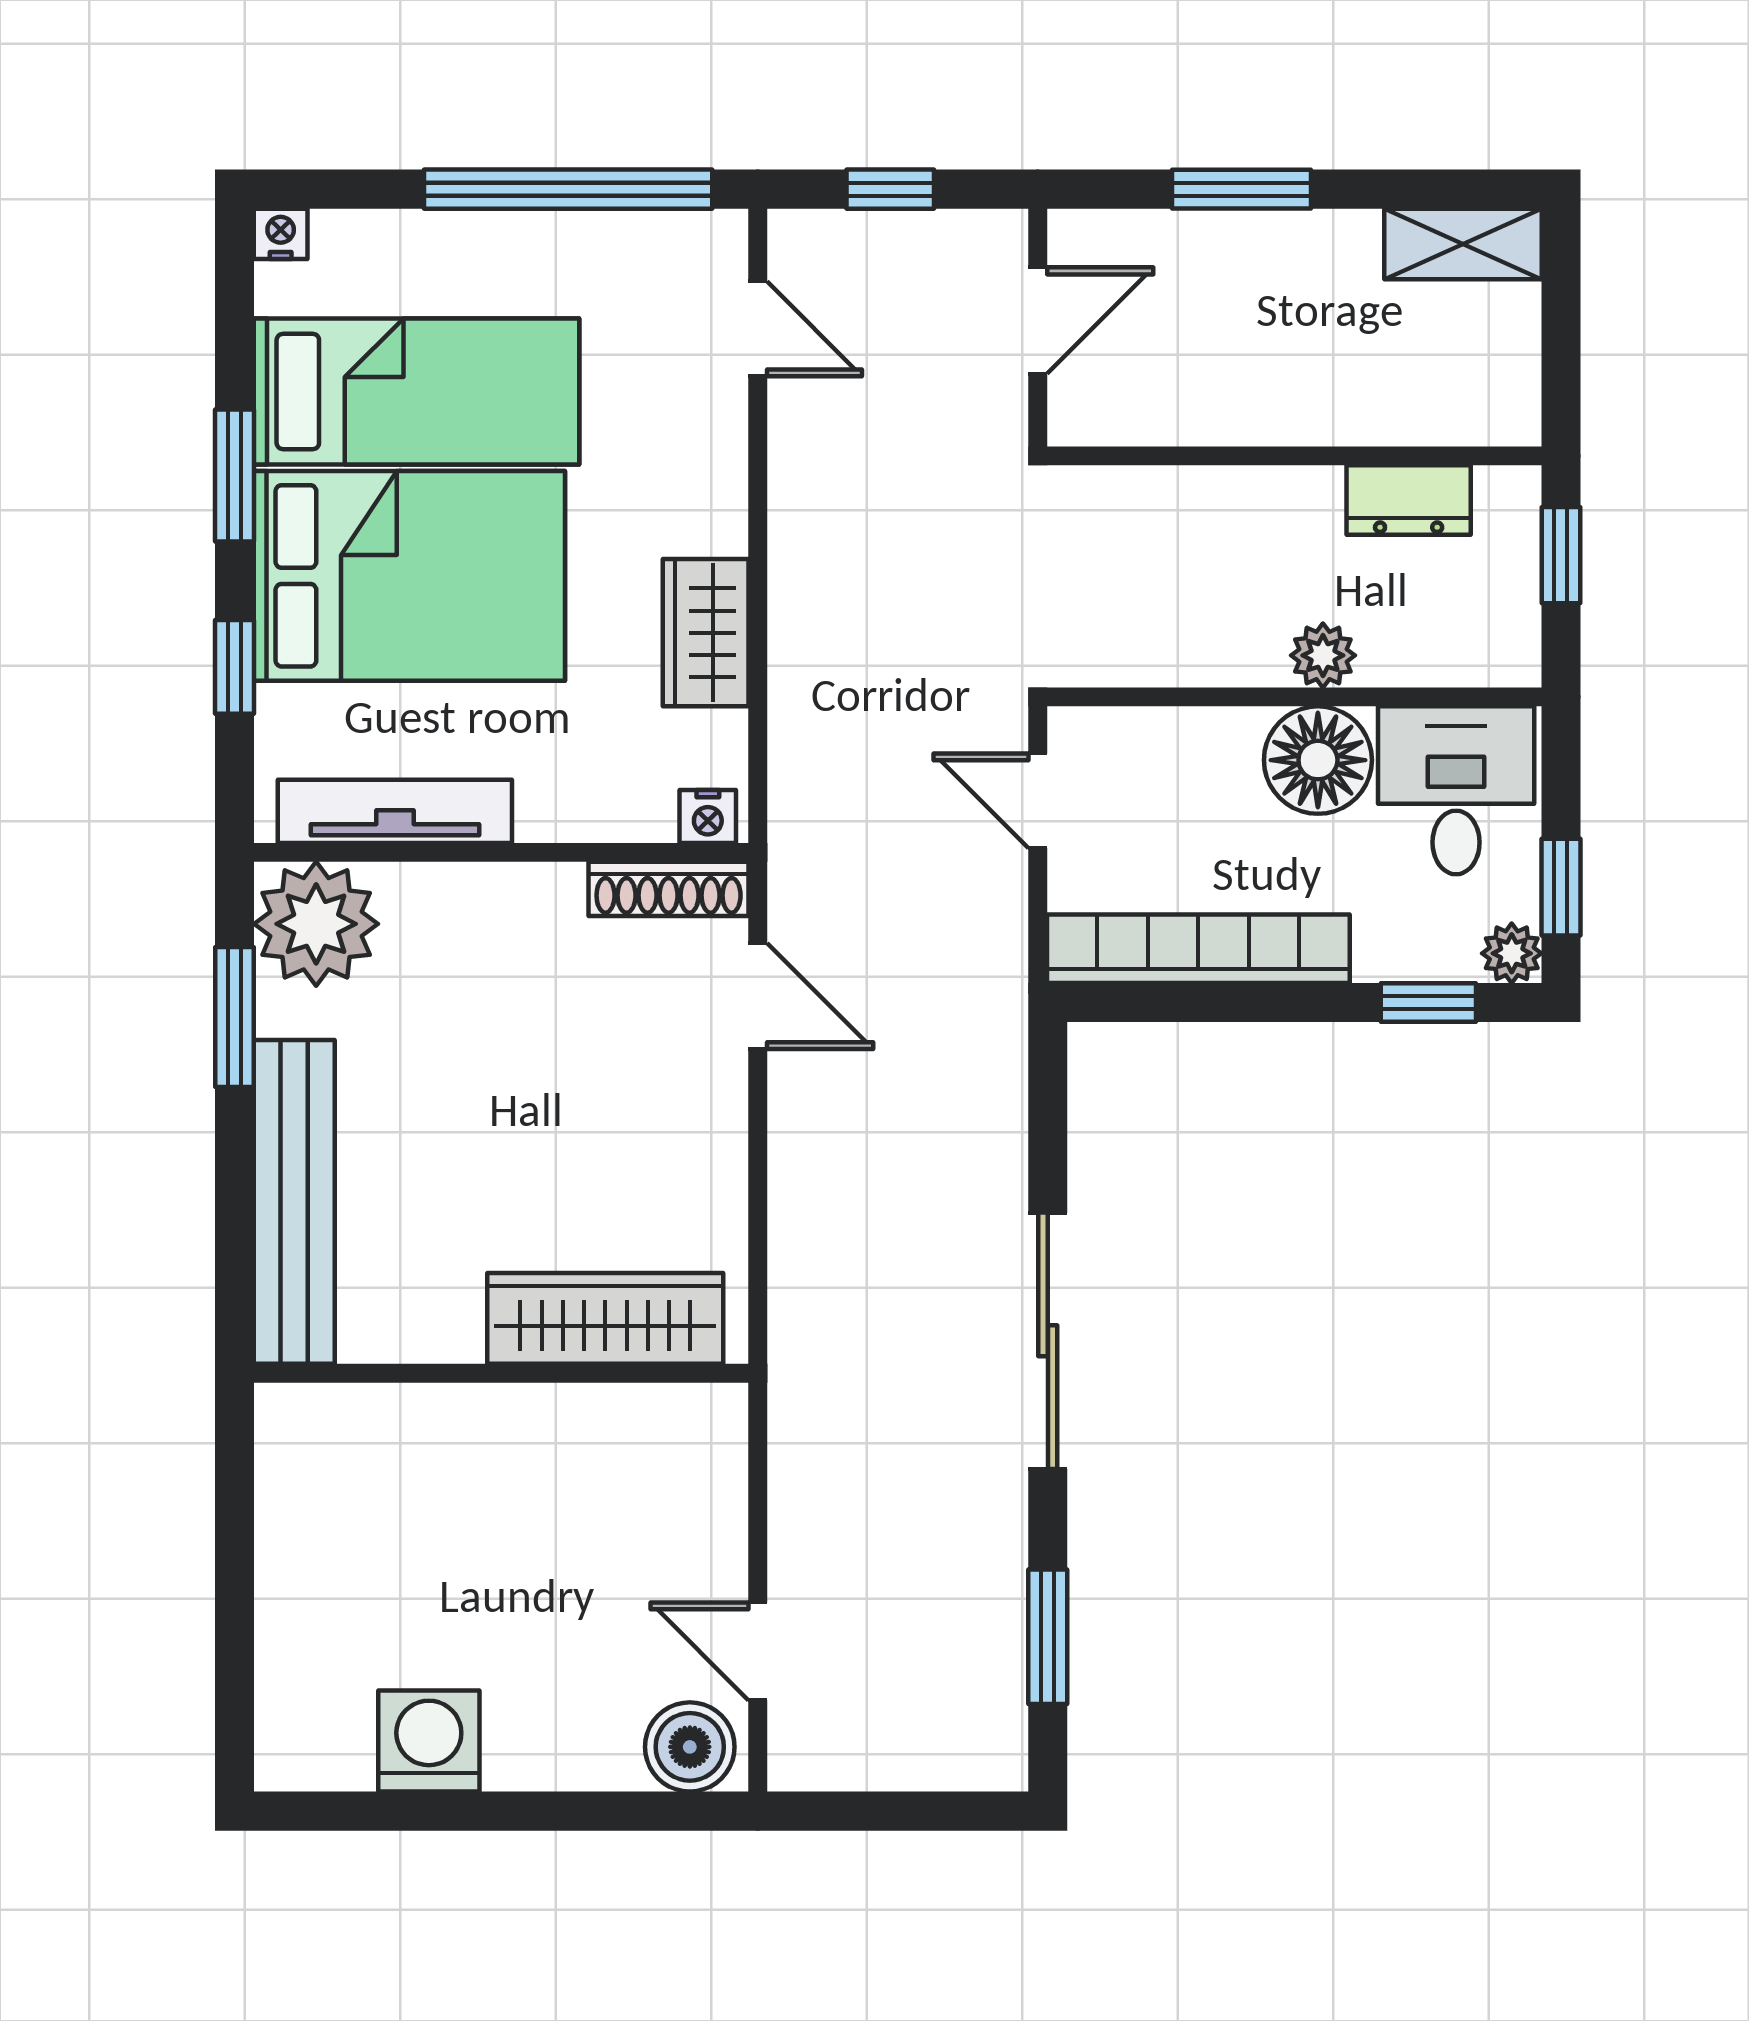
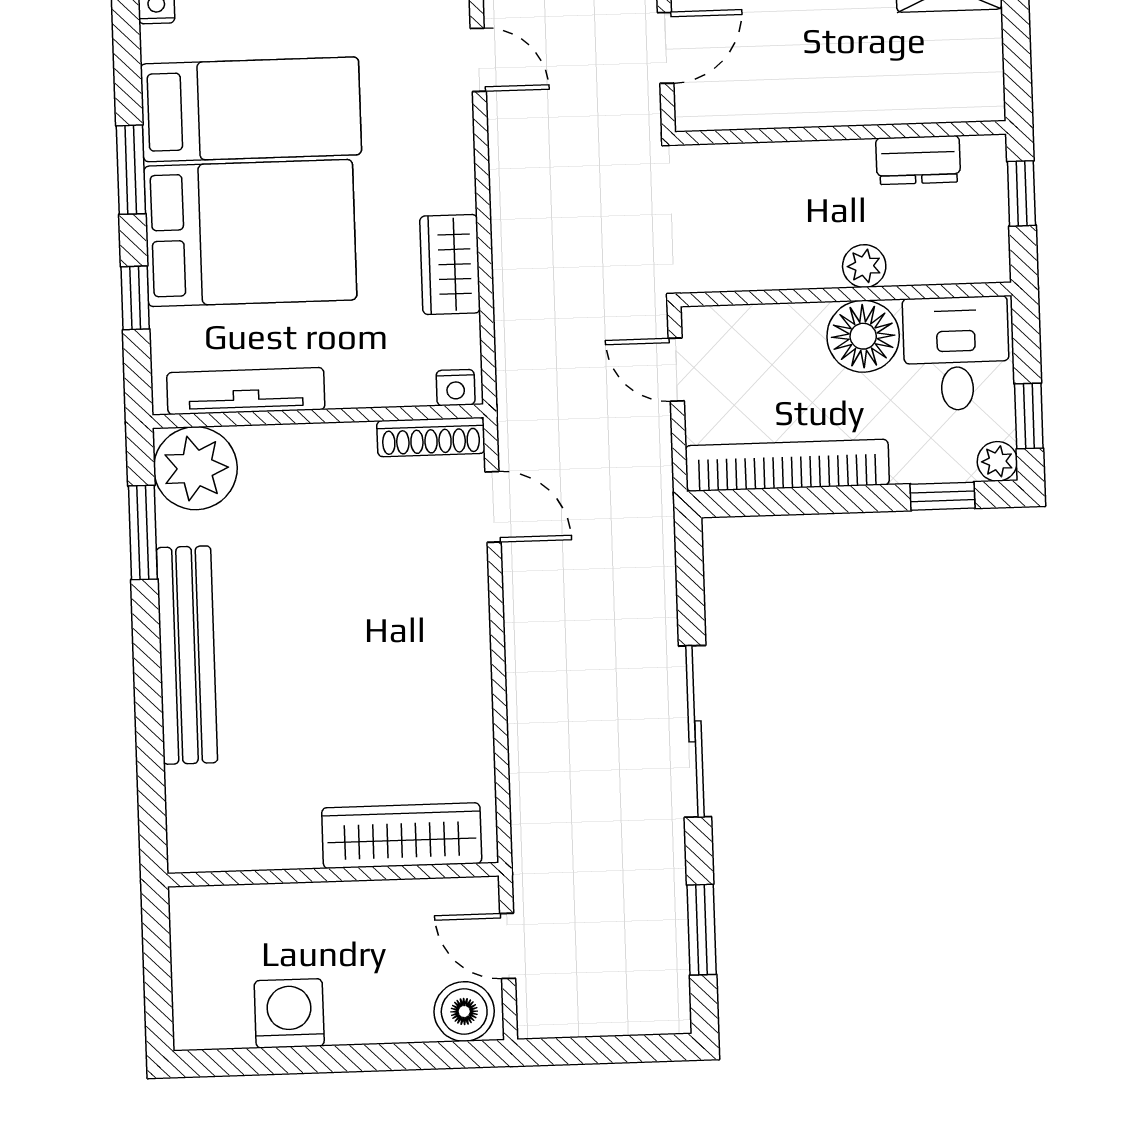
wardrobe: (605, 1318) -> (402, 836), moved
wall: (501, 1373) -> (333, 875), moved

